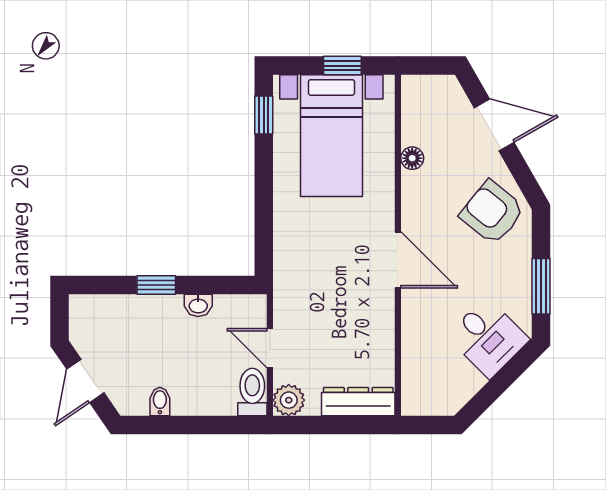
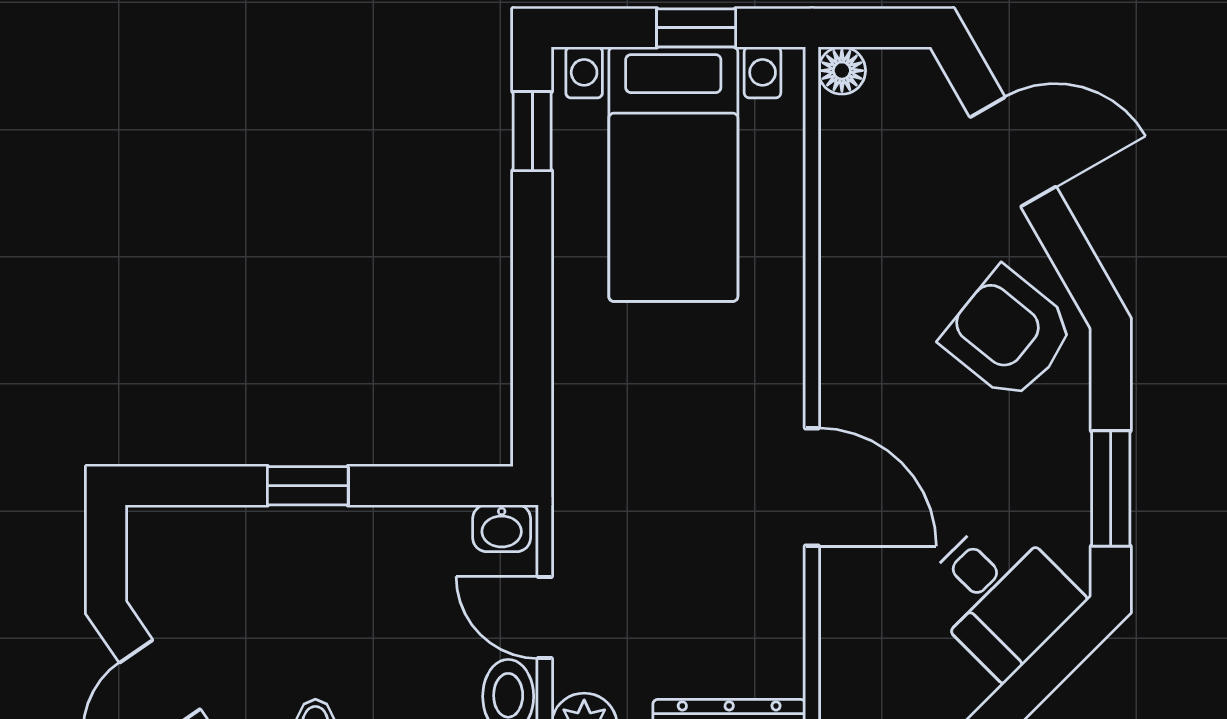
floor lamp: (412, 158) -> (842, 71), moved
door: (398, 260) -> (812, 487), moved
washbasin: (198, 305) -> (502, 528), moved

